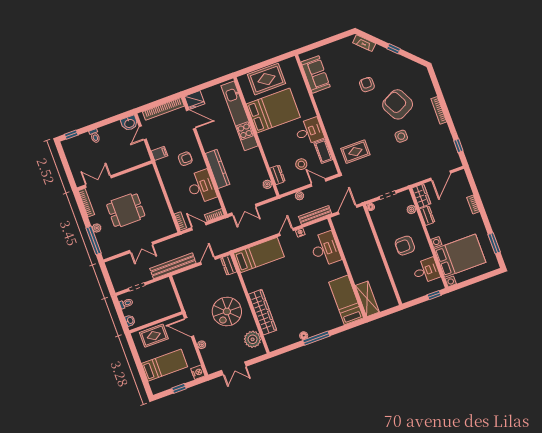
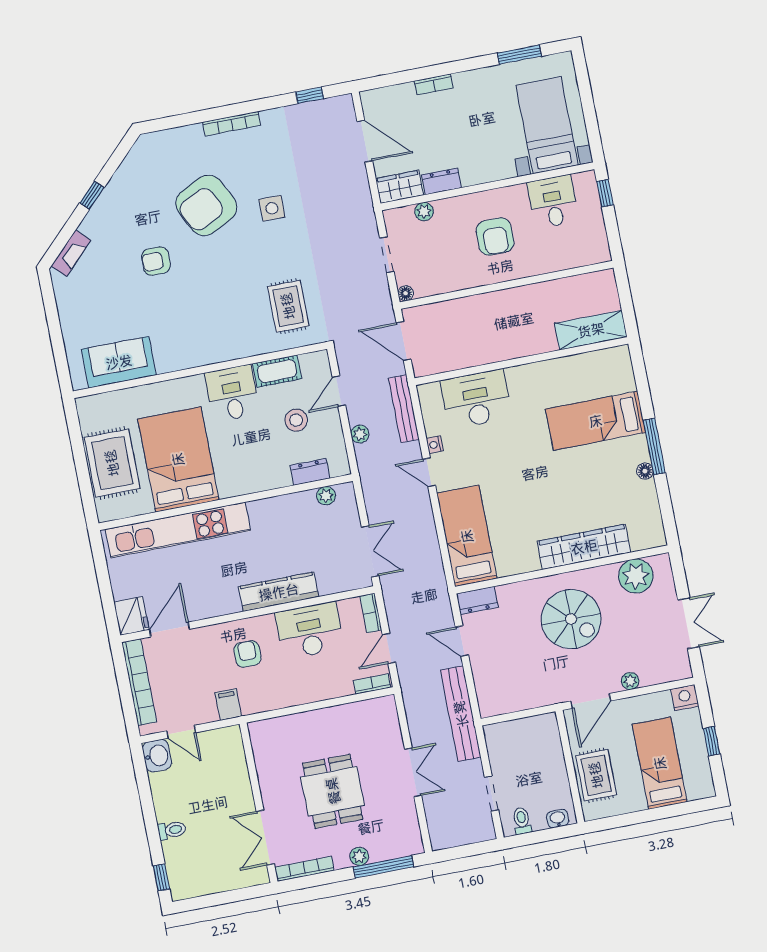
bed with nightstands: (460, 256) -> (547, 125), width x0.73
bed: (346, 300) -> (596, 421), moved

